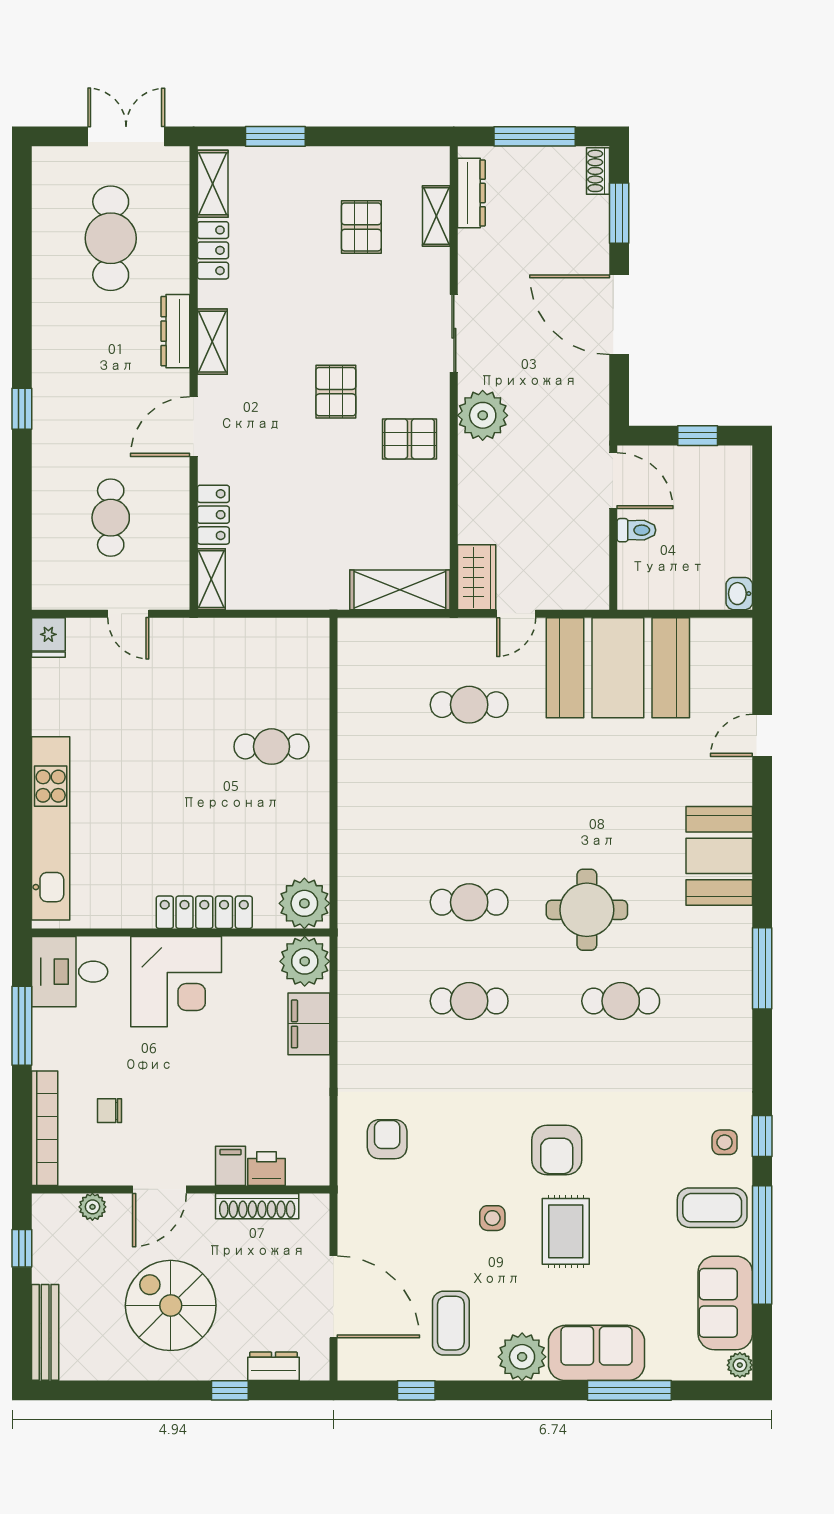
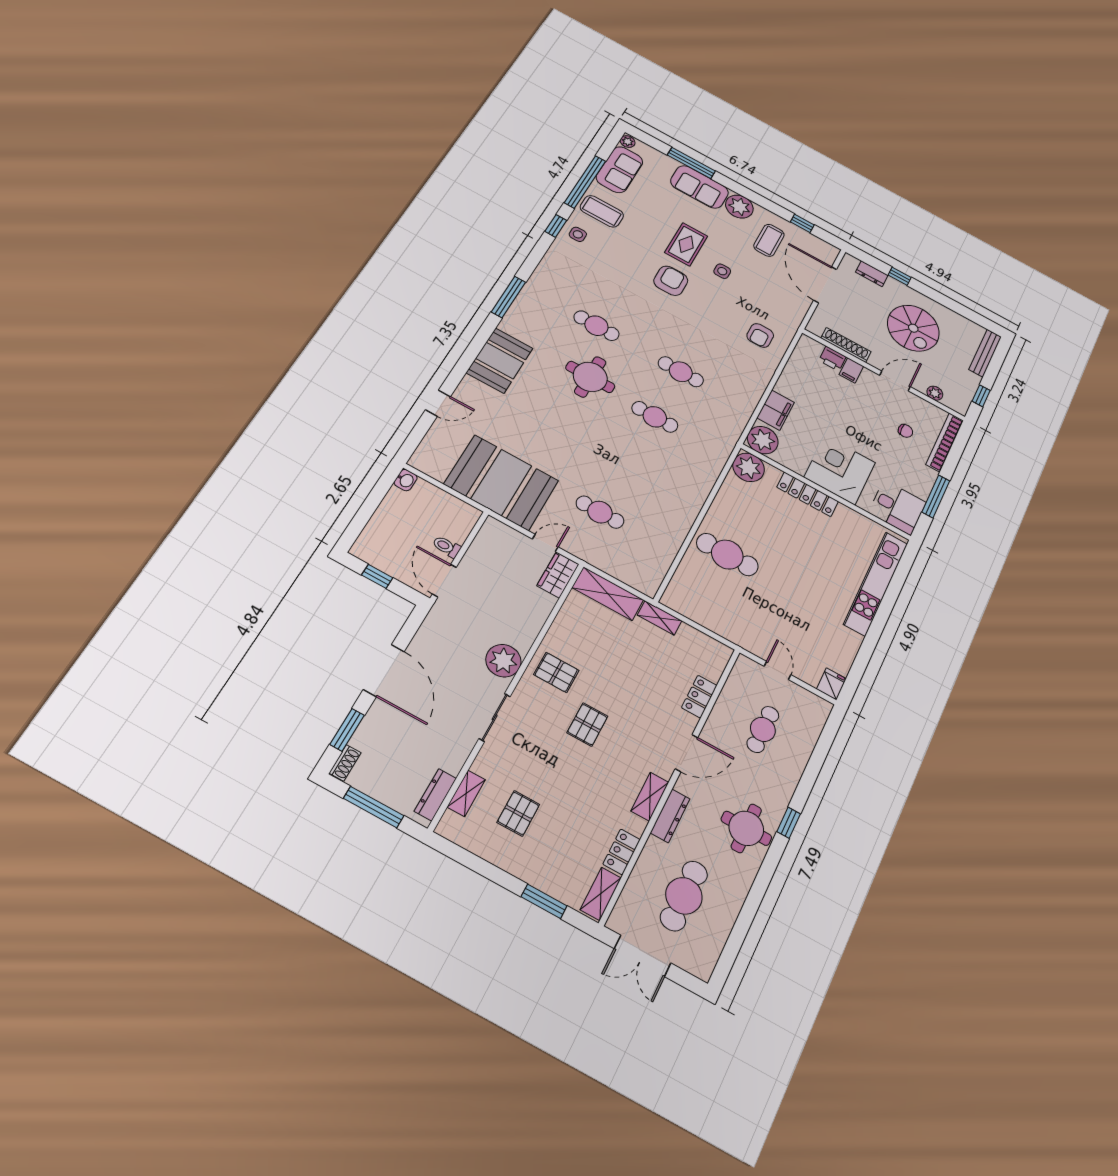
round table: (73, 370) -> (746, 828), added
shelving: (211, 579) -> (660, 618), moved, turned 90
cafe table: (272, 747) -> (727, 555), width x1.37, depth x1.35

